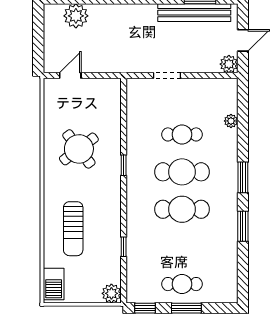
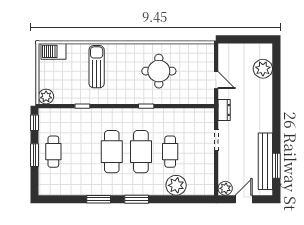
door: (243, 40) -> (244, 199), swing flipped
dresser: (129, 65) -> (224, 110), added
door: (70, 76) -> (216, 80), moved
plant: (231, 121) -> (176, 185), width x1.88, depth x1.88
round table: (79, 149) -> (159, 71), turned 37
sun lounger: (73, 229) -> (97, 67), turned 90

